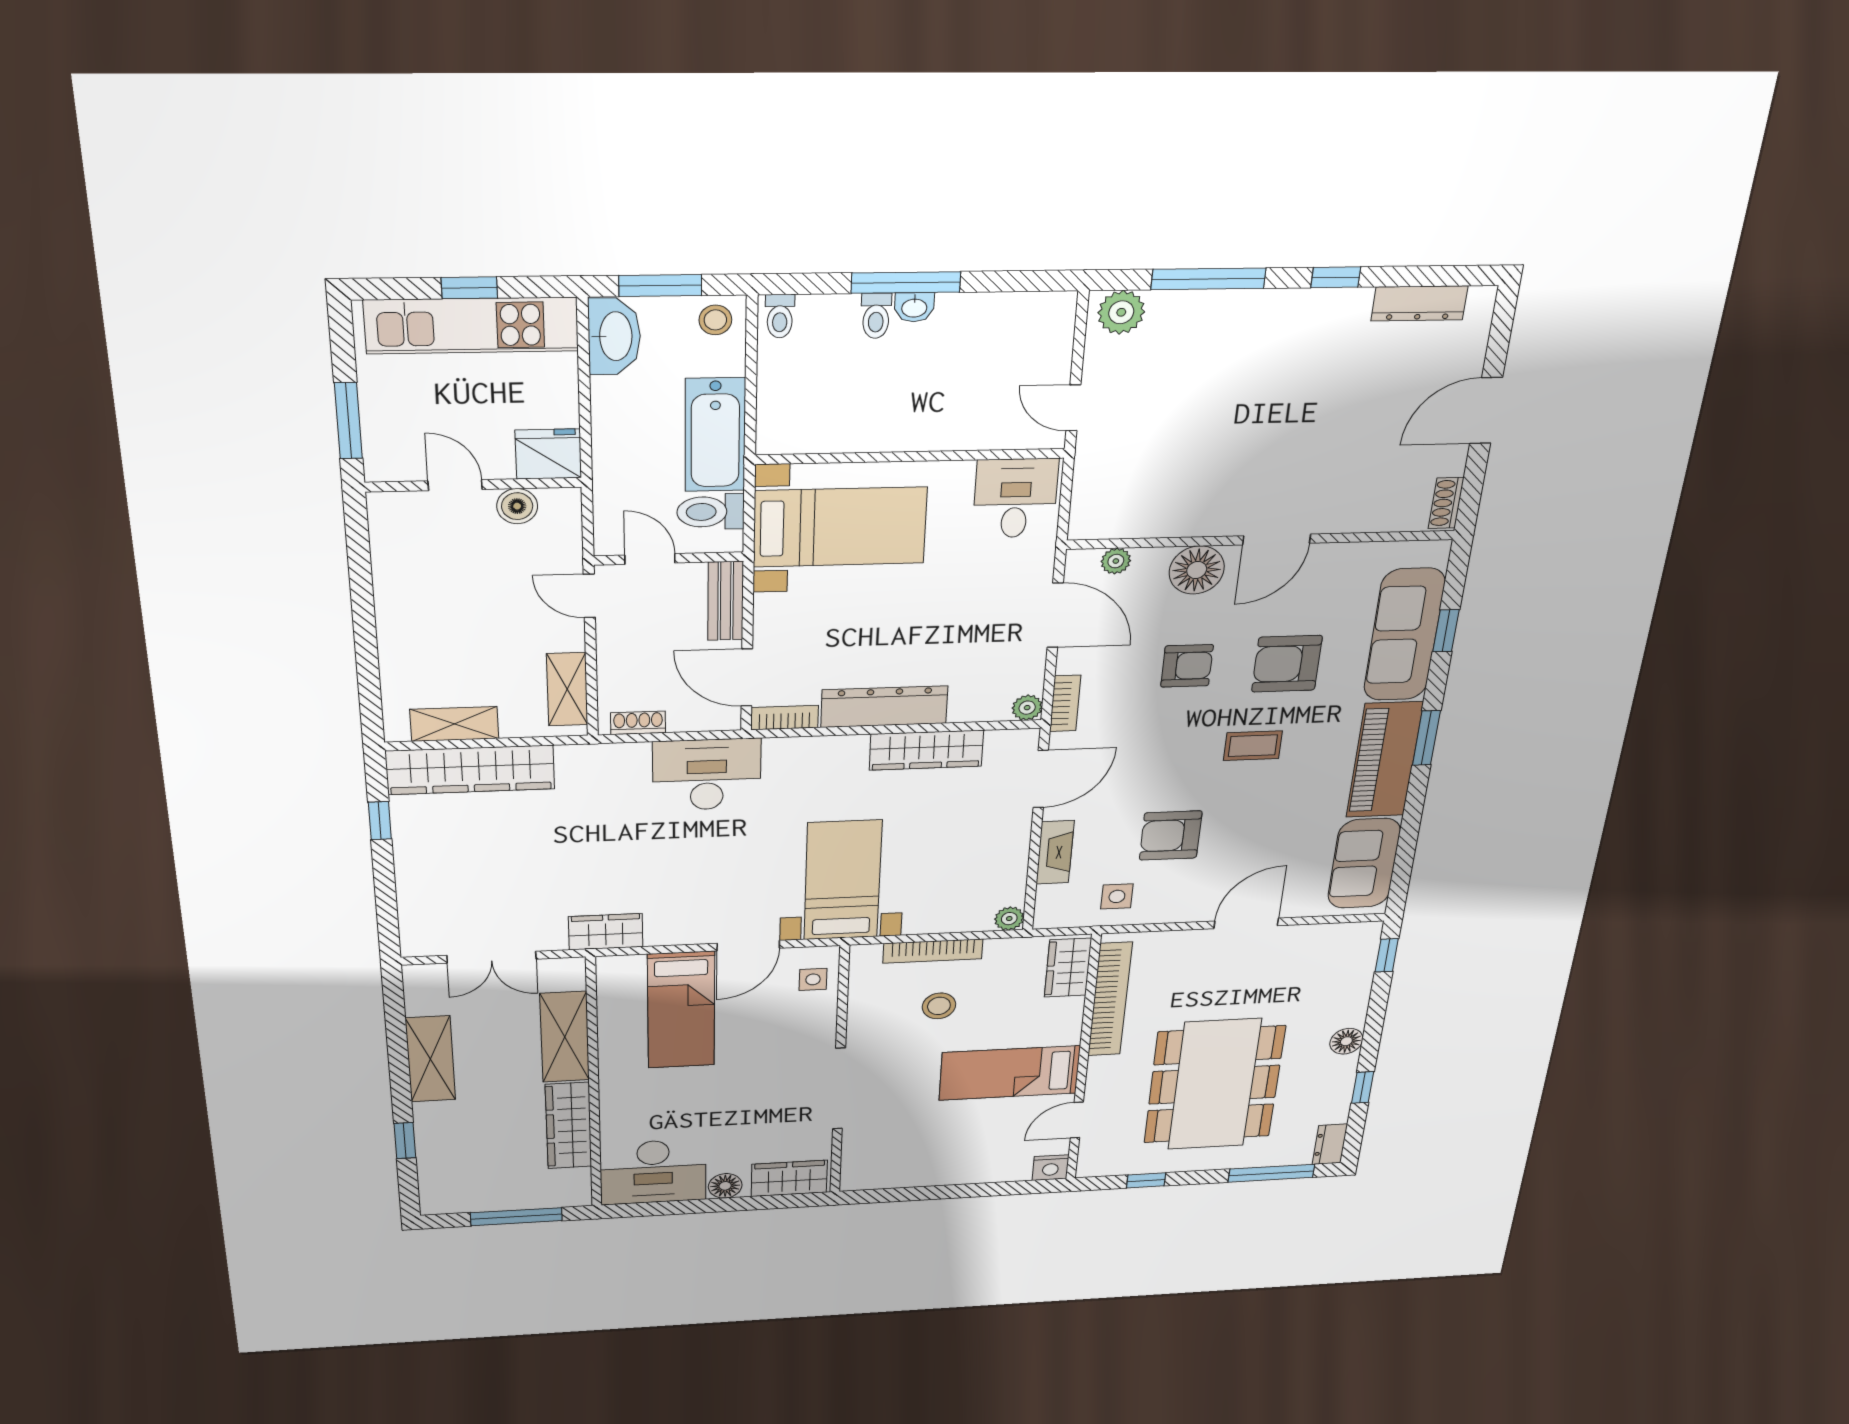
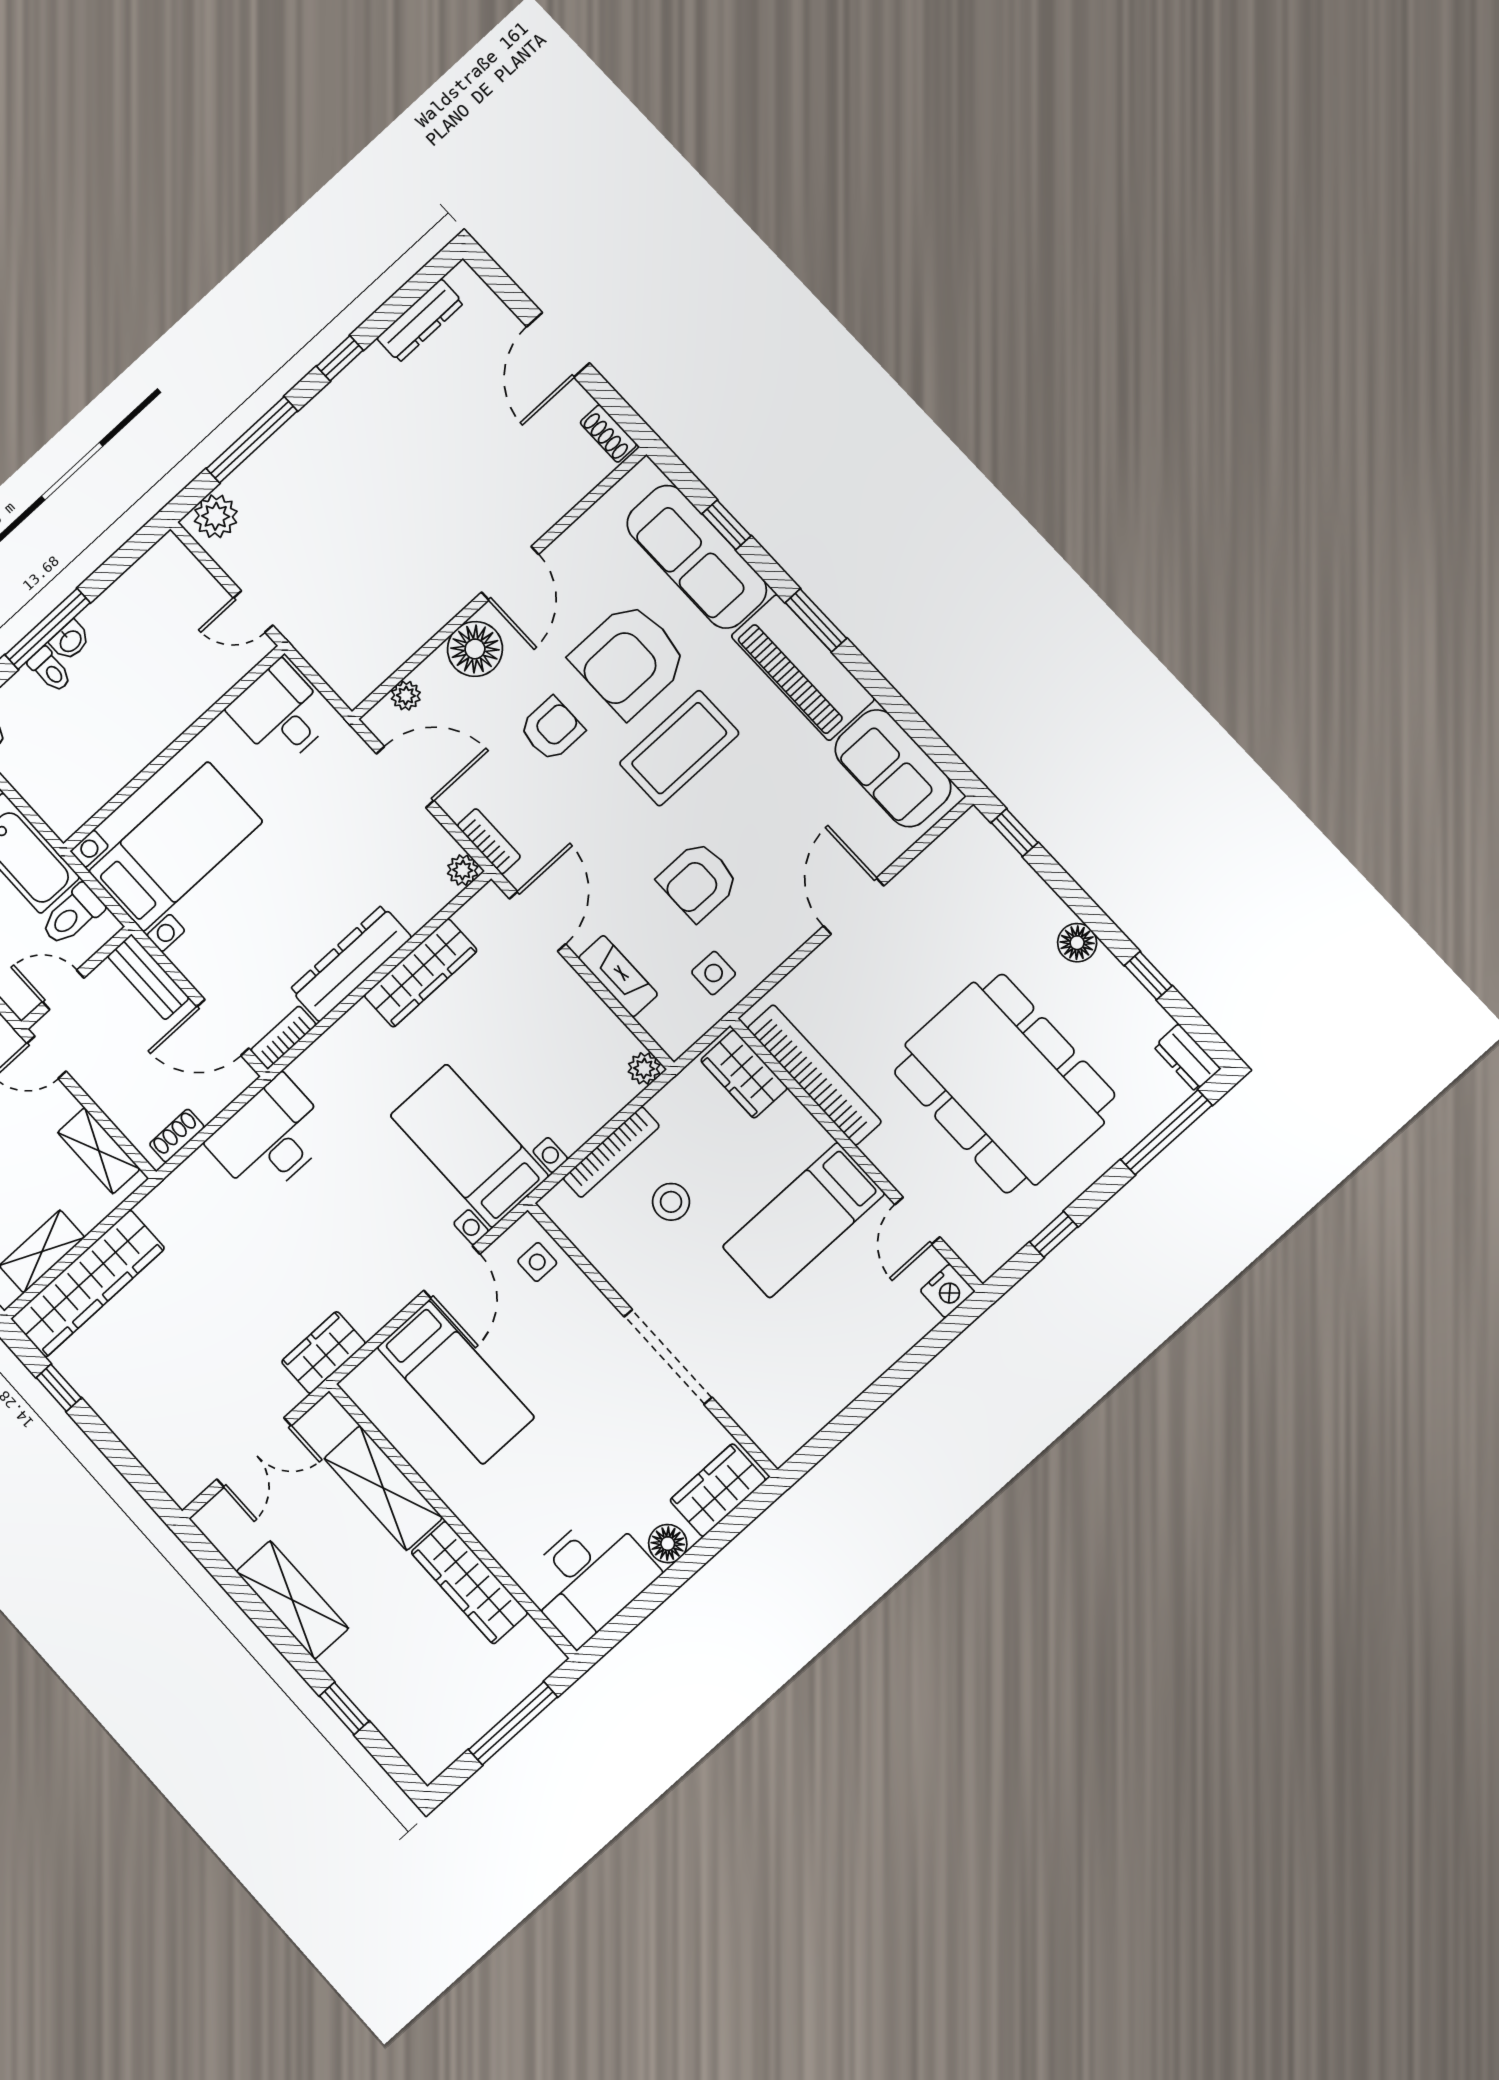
armchair: (1287, 664) -> (629, 660), width x1.36, depth x1.36
coffee table: (1253, 746) -> (679, 748), width x1.86, depth x1.72

